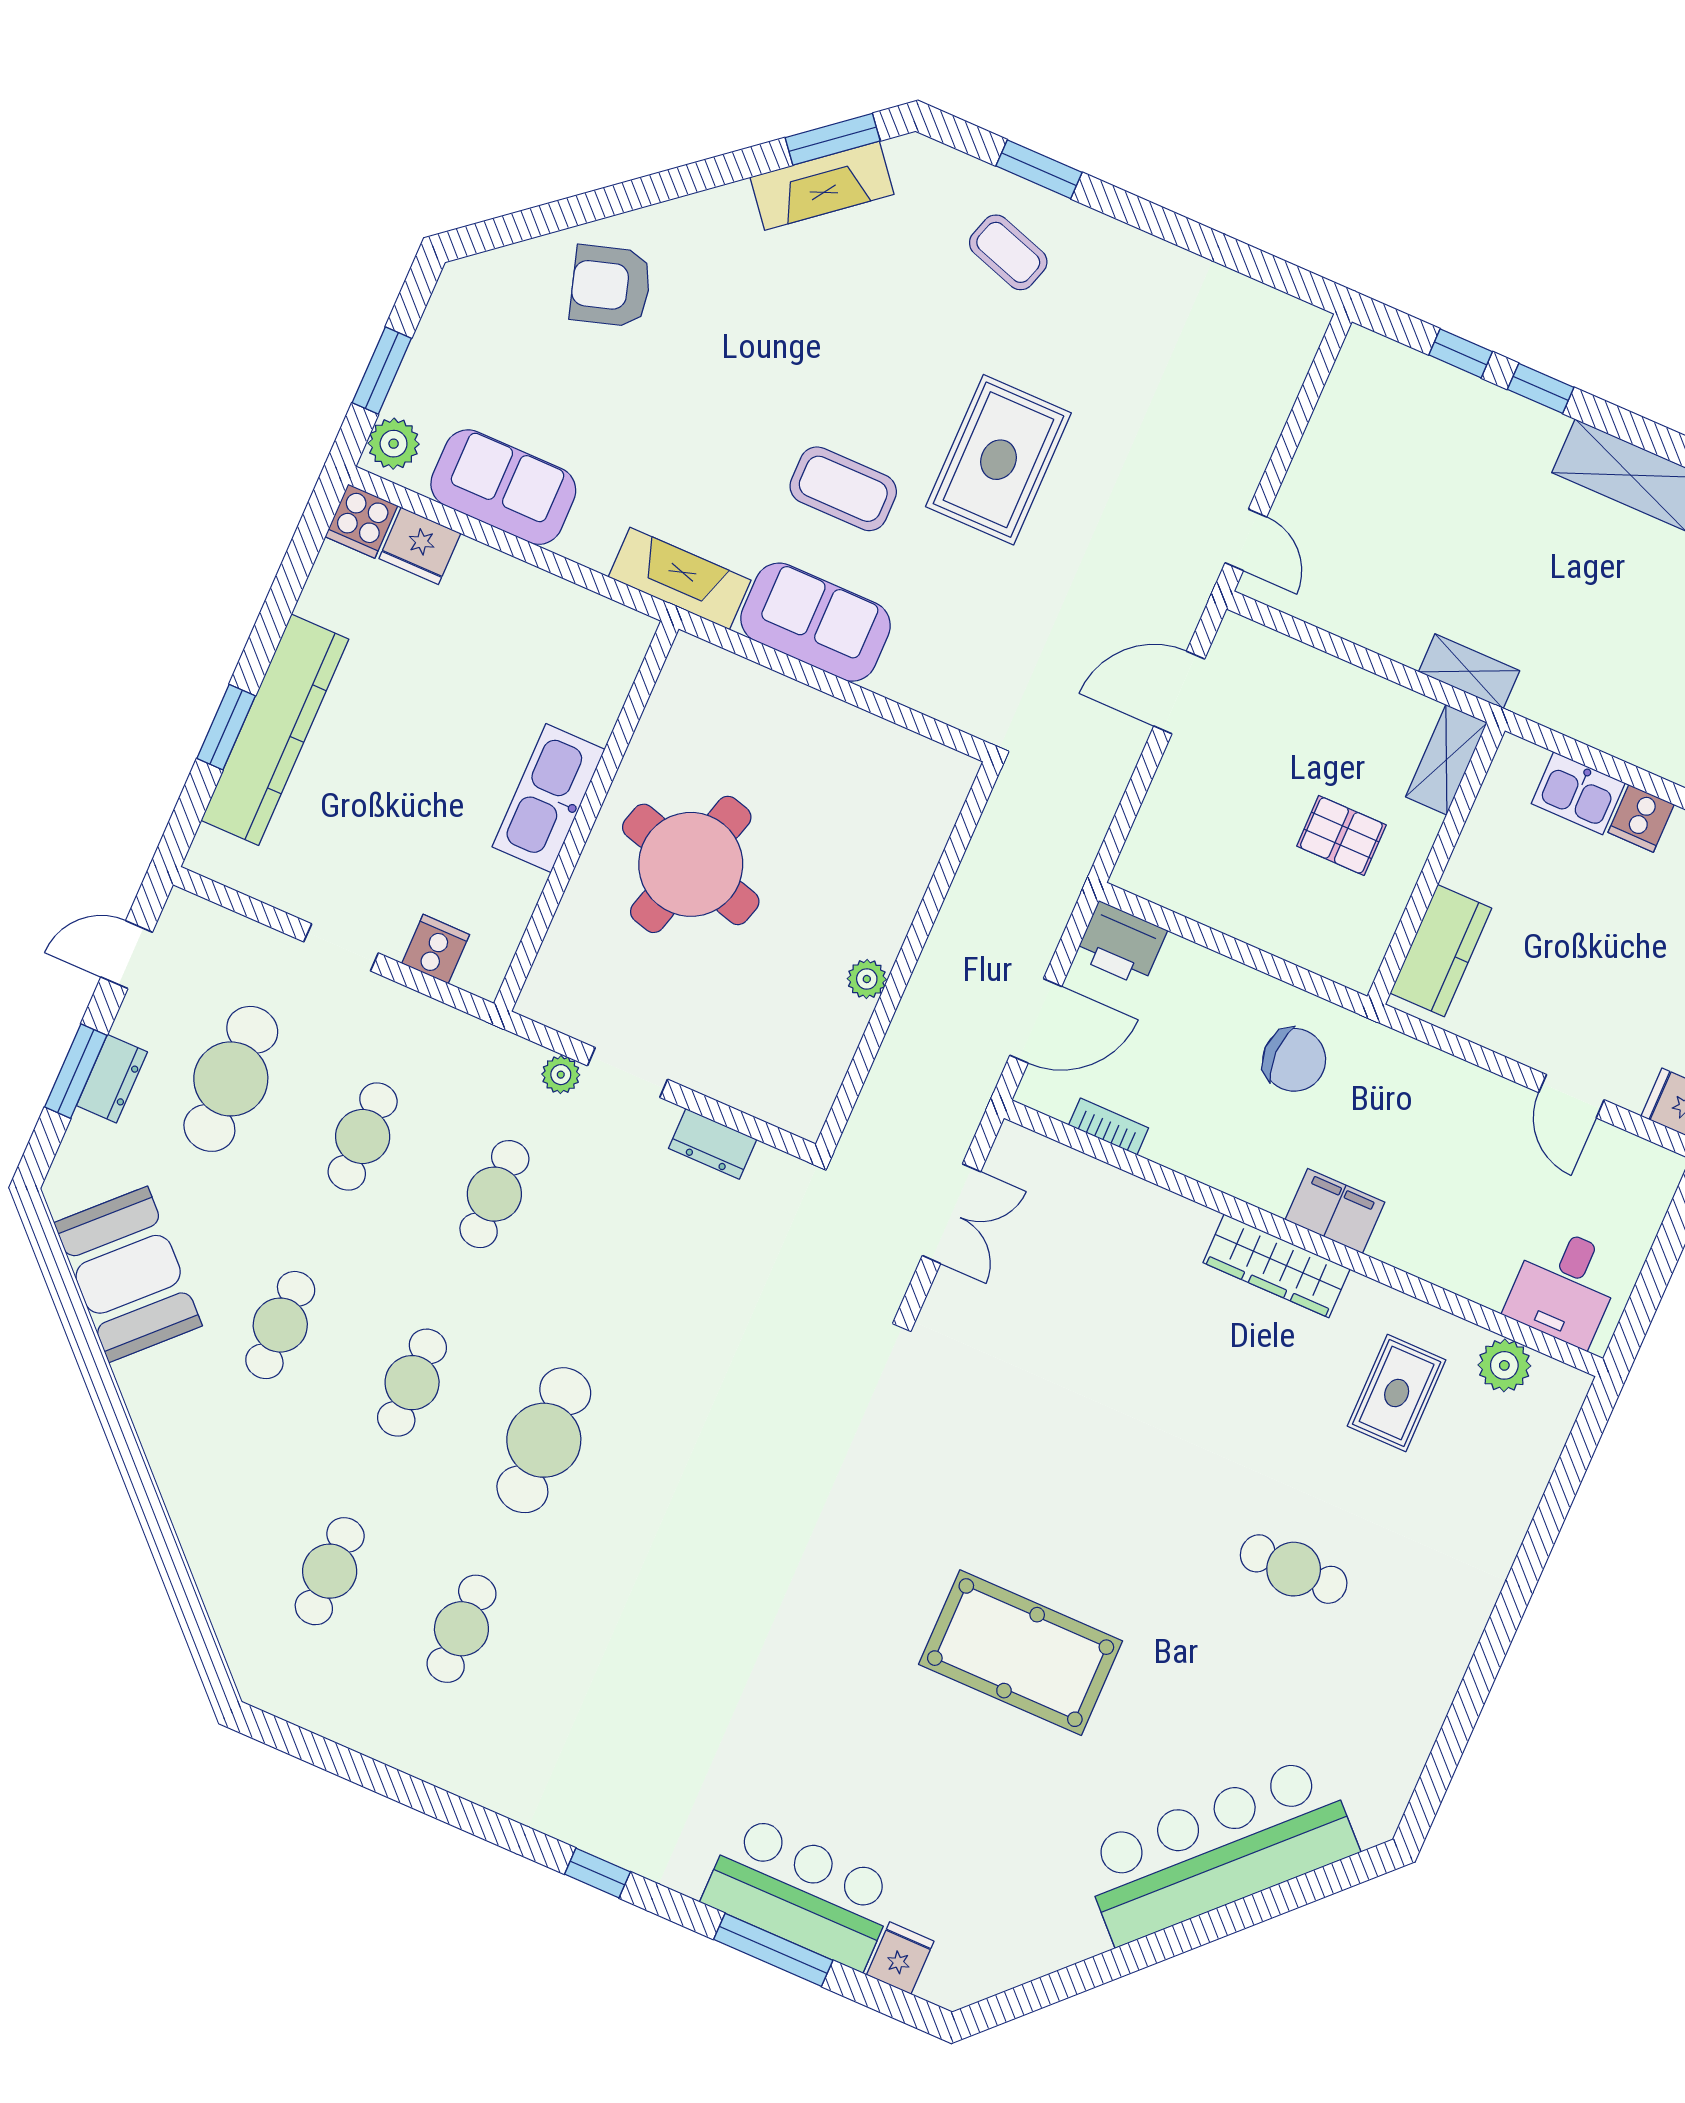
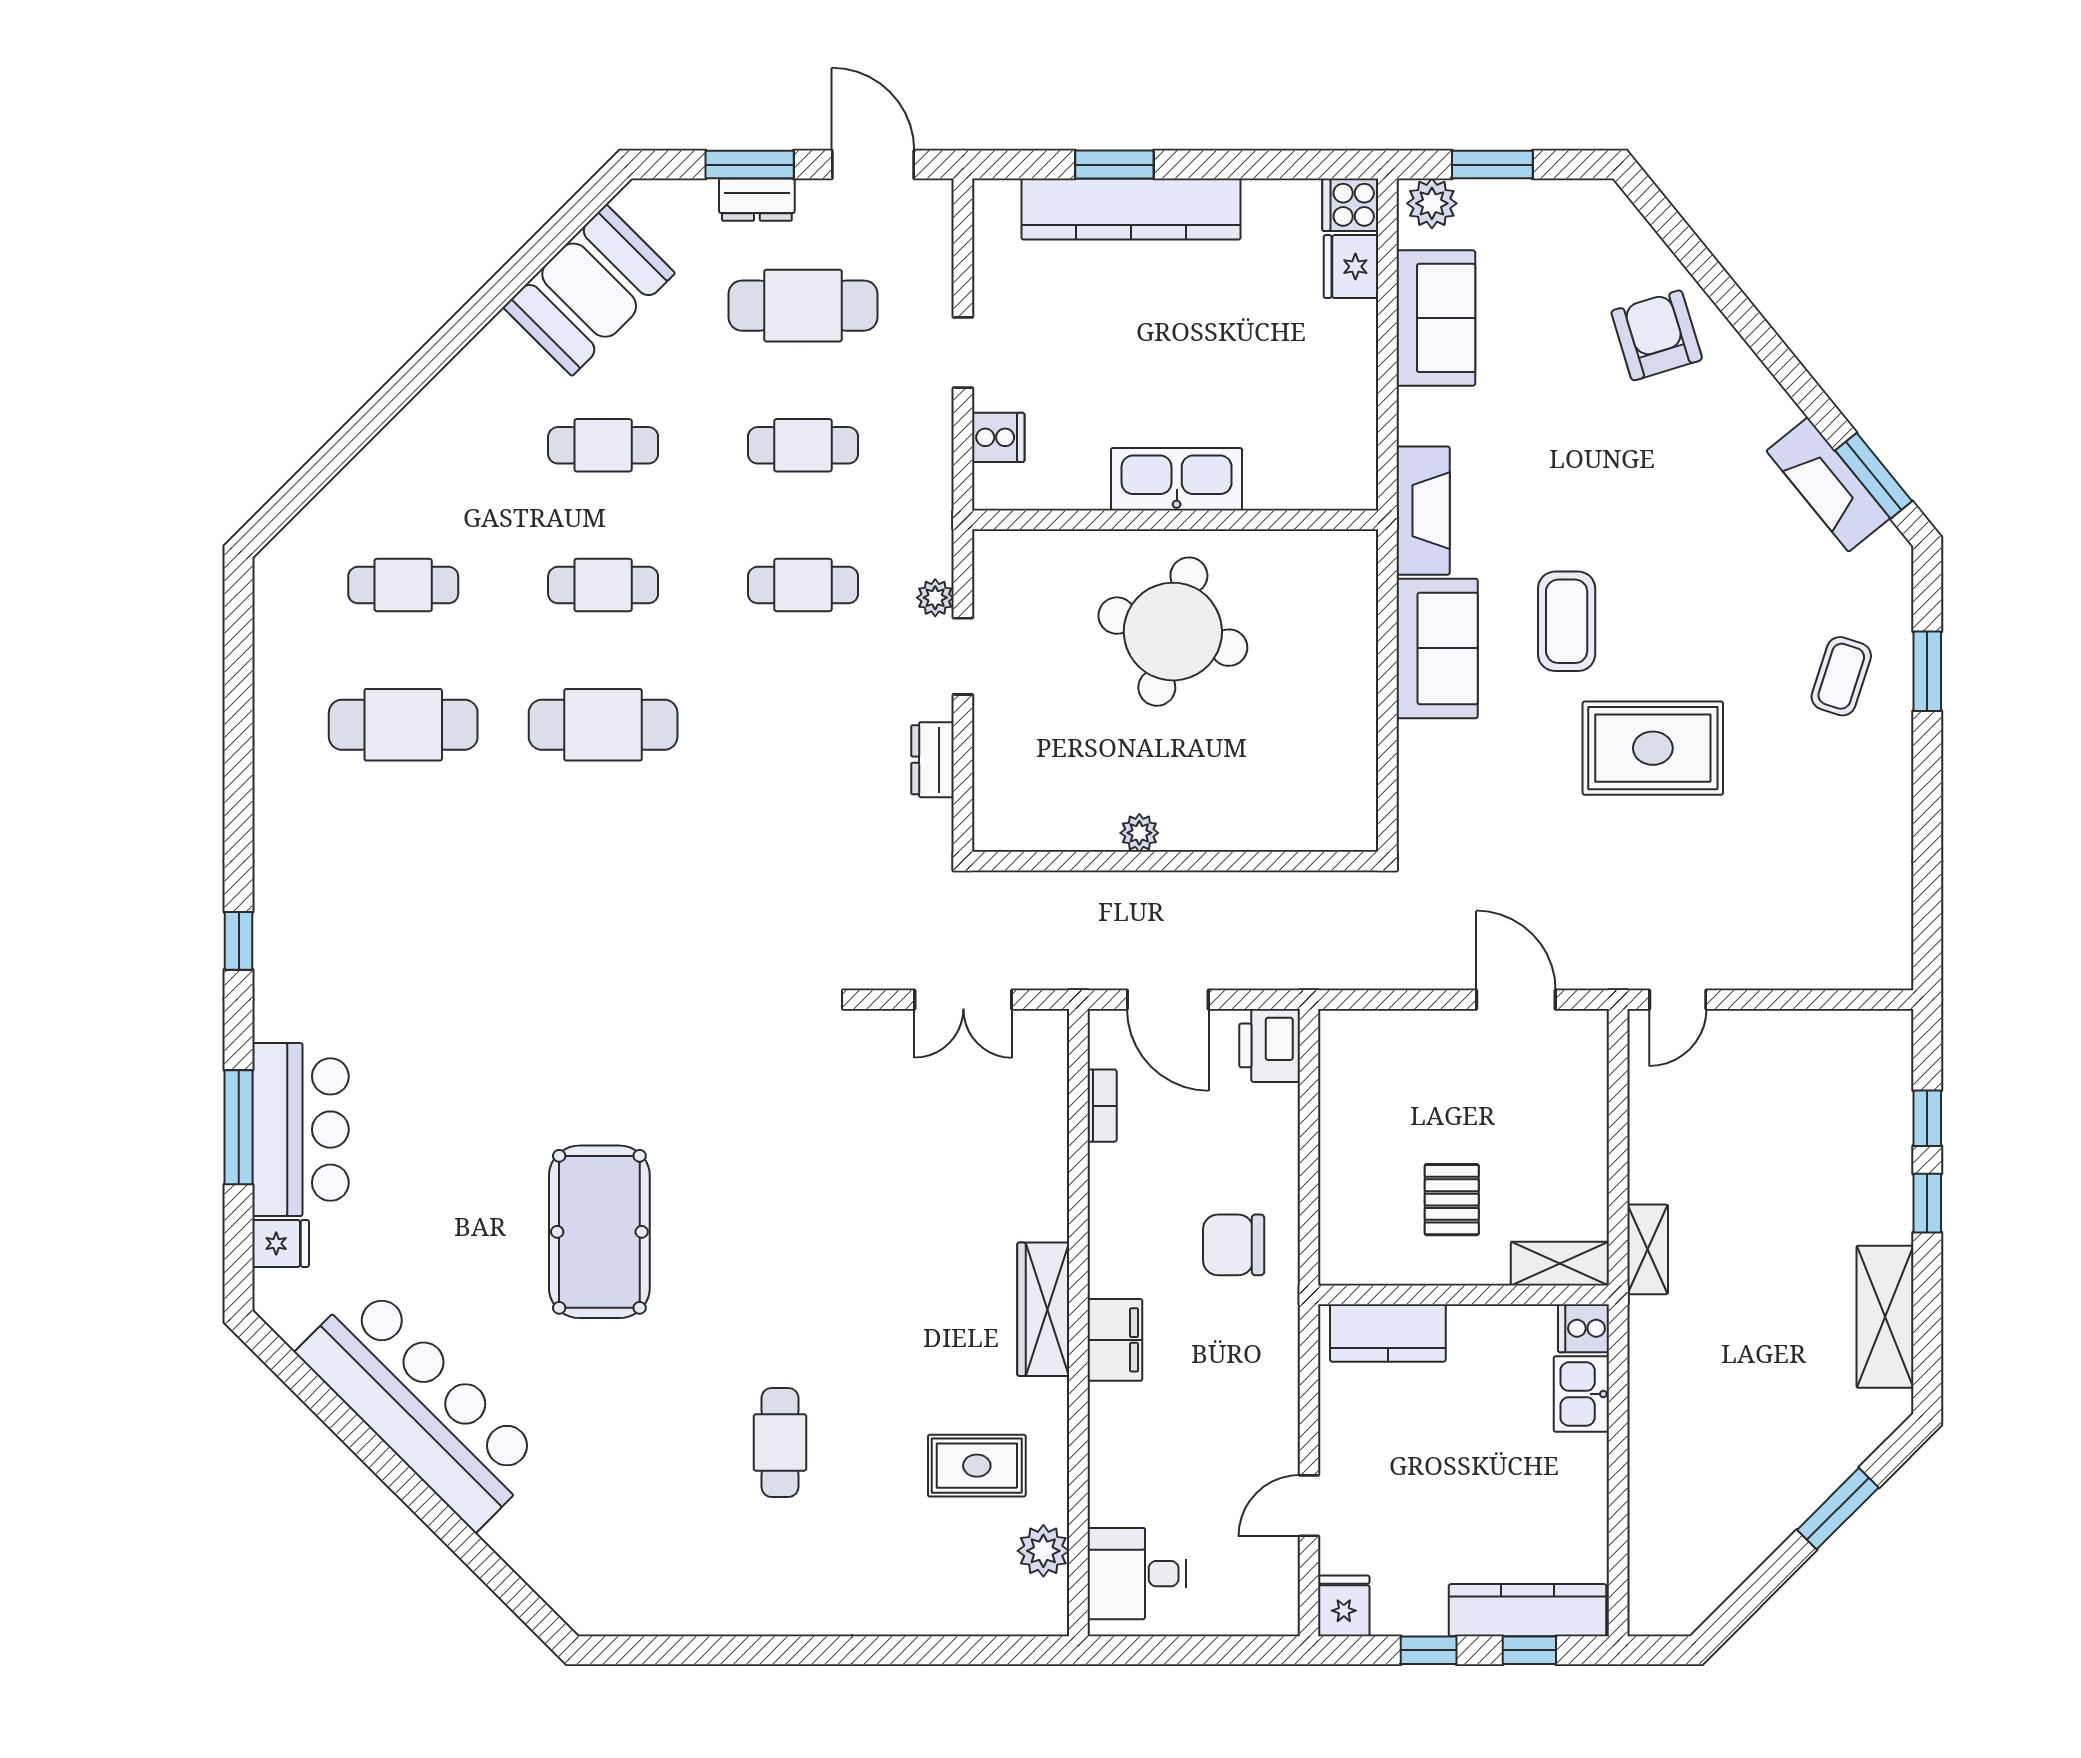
cooker: (1641, 818) -> (1583, 1328), moved
door: (127, 955) -> (873, 165), width x1.37
chair: (1294, 1060) -> (1234, 1245), turned 90
cafe table: (461, 1629) -> (403, 725), width x1.37, depth x1.35
bar counter: (1219, 1850) -> (421, 1406), moved

